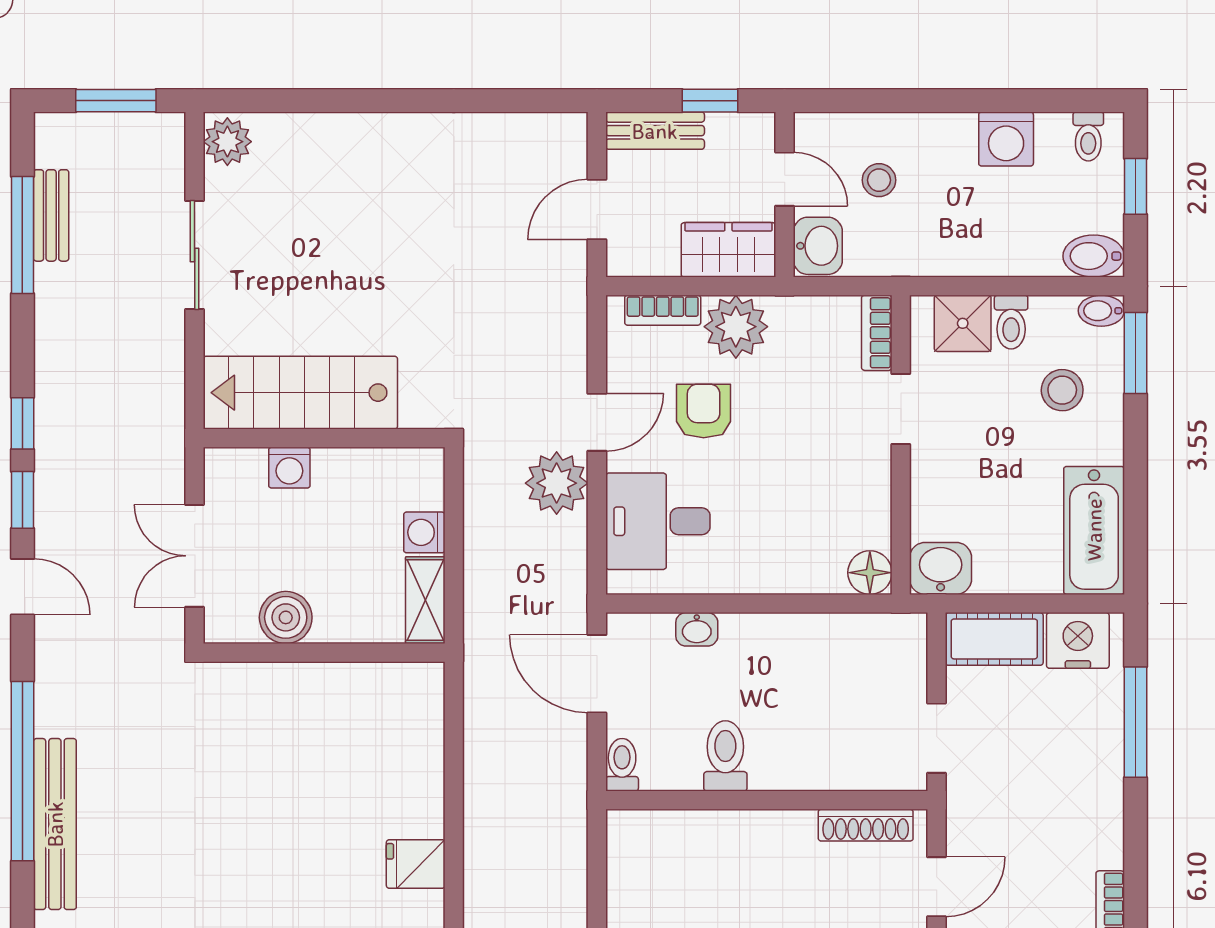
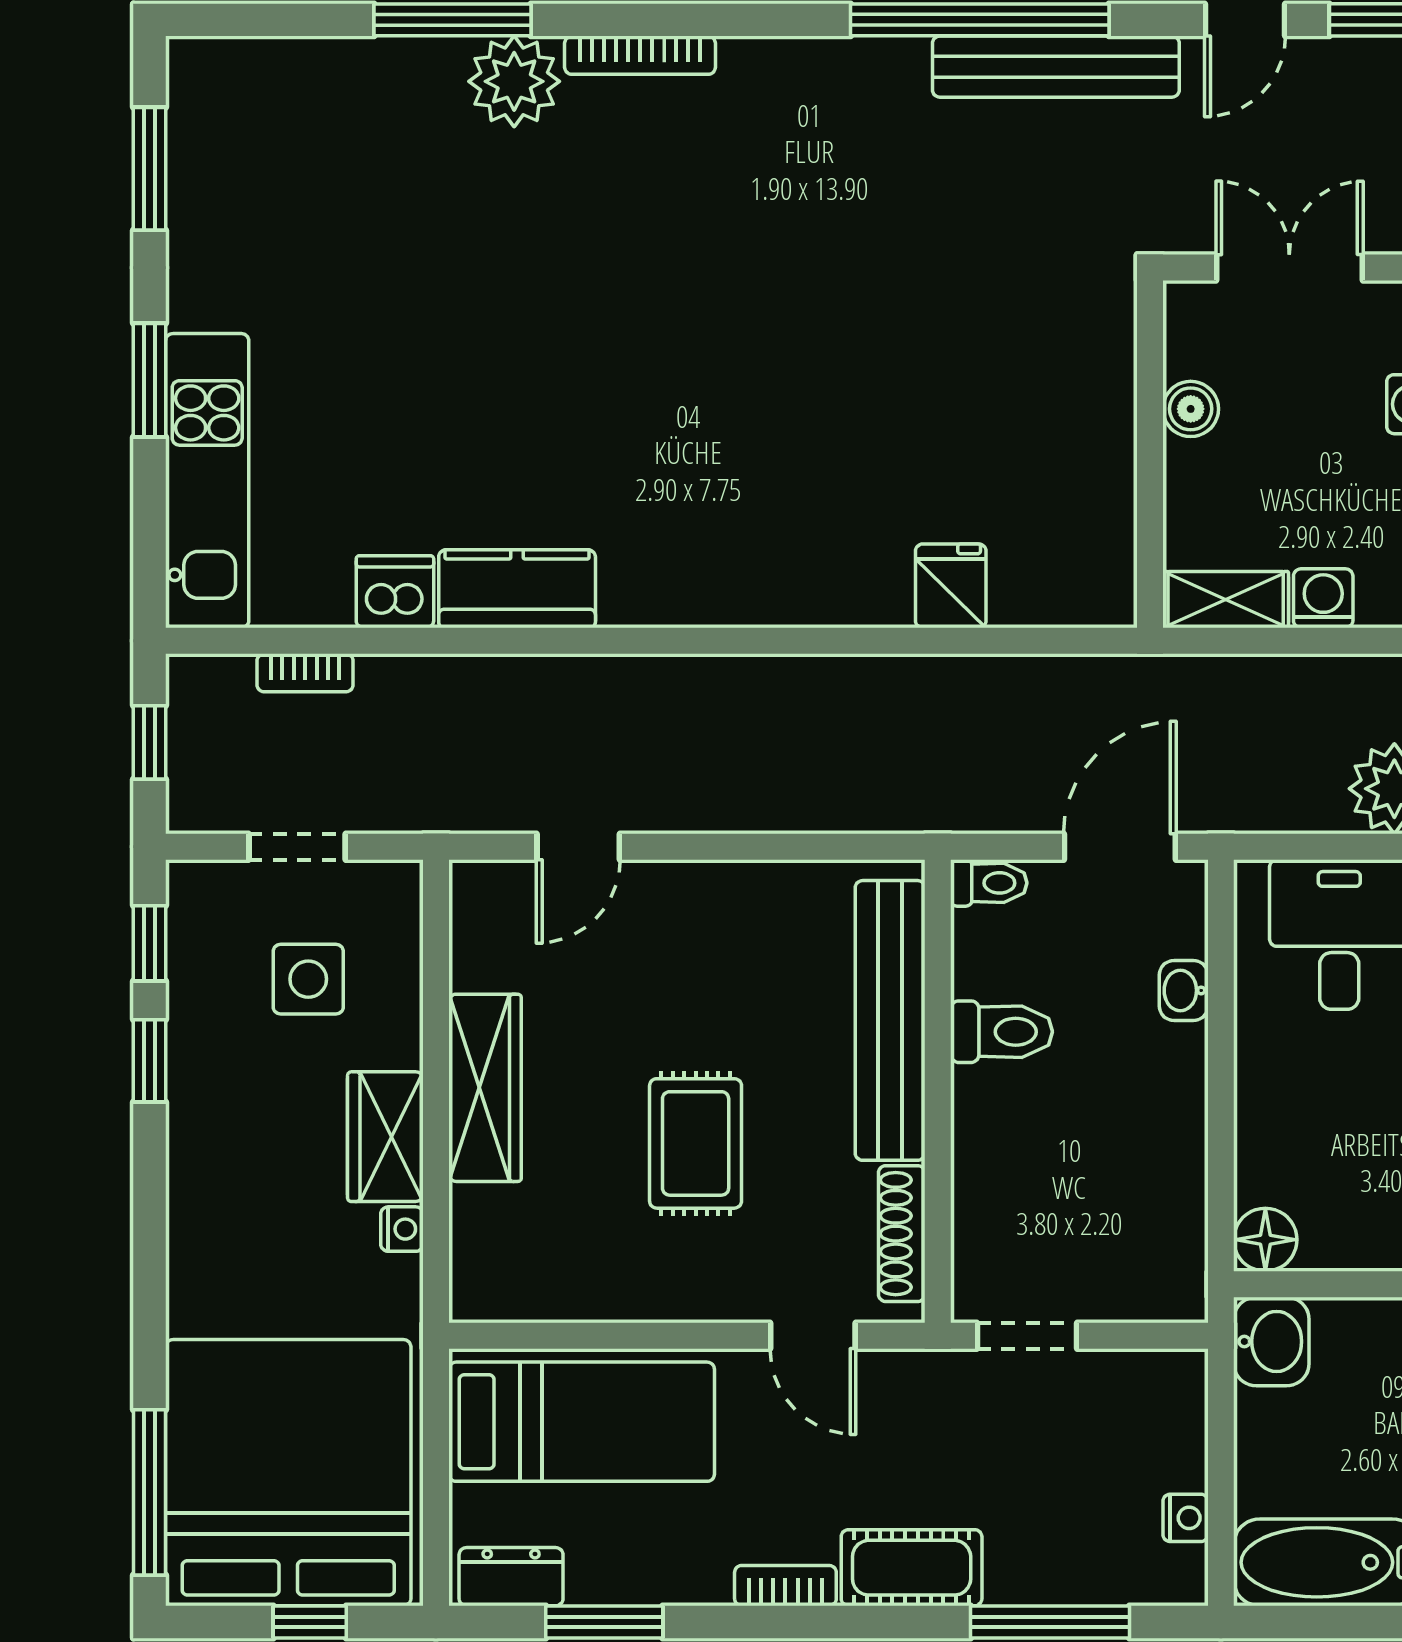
boiler: (286, 617) -> (1191, 409), width x0.73, depth x0.73
cot: (994, 639) -> (912, 1568), moved, turned 90
nightstand: (1078, 640) -> (1186, 1518), width x0.53, depth x0.56
bench: (55, 824) -> (1056, 67), moved
bench: (718, 833) -> (890, 1020), added
fridge: (416, 864) -> (951, 586), moved

